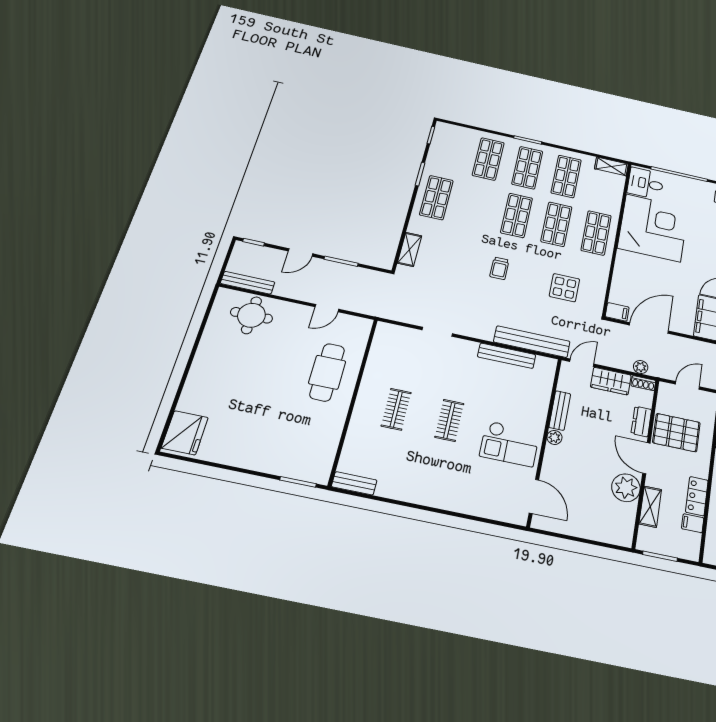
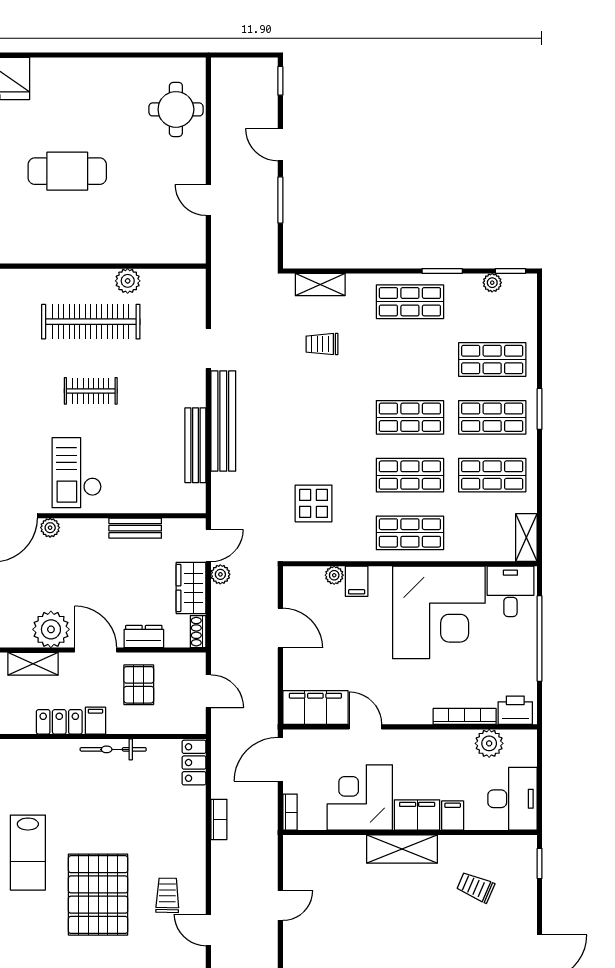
plant: (436, 147) -> (492, 283), added
trolley: (499, 268) -> (322, 344), moved
bench: (248, 283) -> (220, 91), removed
plant: (617, 286) -> (334, 575), added
filing cabinet: (617, 312) -> (357, 581), moved
door: (649, 328) -> (280, 628), width x0.73
bench: (532, 342) -> (223, 421), moved
door: (582, 363) -> (208, 546), hinge flipped
plant: (641, 367) -> (220, 574), moved
cafe table: (327, 372) -> (67, 171), moved
plant: (372, 376) -> (128, 281), added
clothes rail: (396, 409) -> (91, 322), width x1.86, depth x1.31
pallet: (676, 433) -> (139, 685), width x0.67, depth x0.71
plant: (554, 437) -> (50, 528), moved
door: (646, 458) -> (96, 650), hinge flipped
filing cabinet: (693, 523) -> (95, 721), moved

